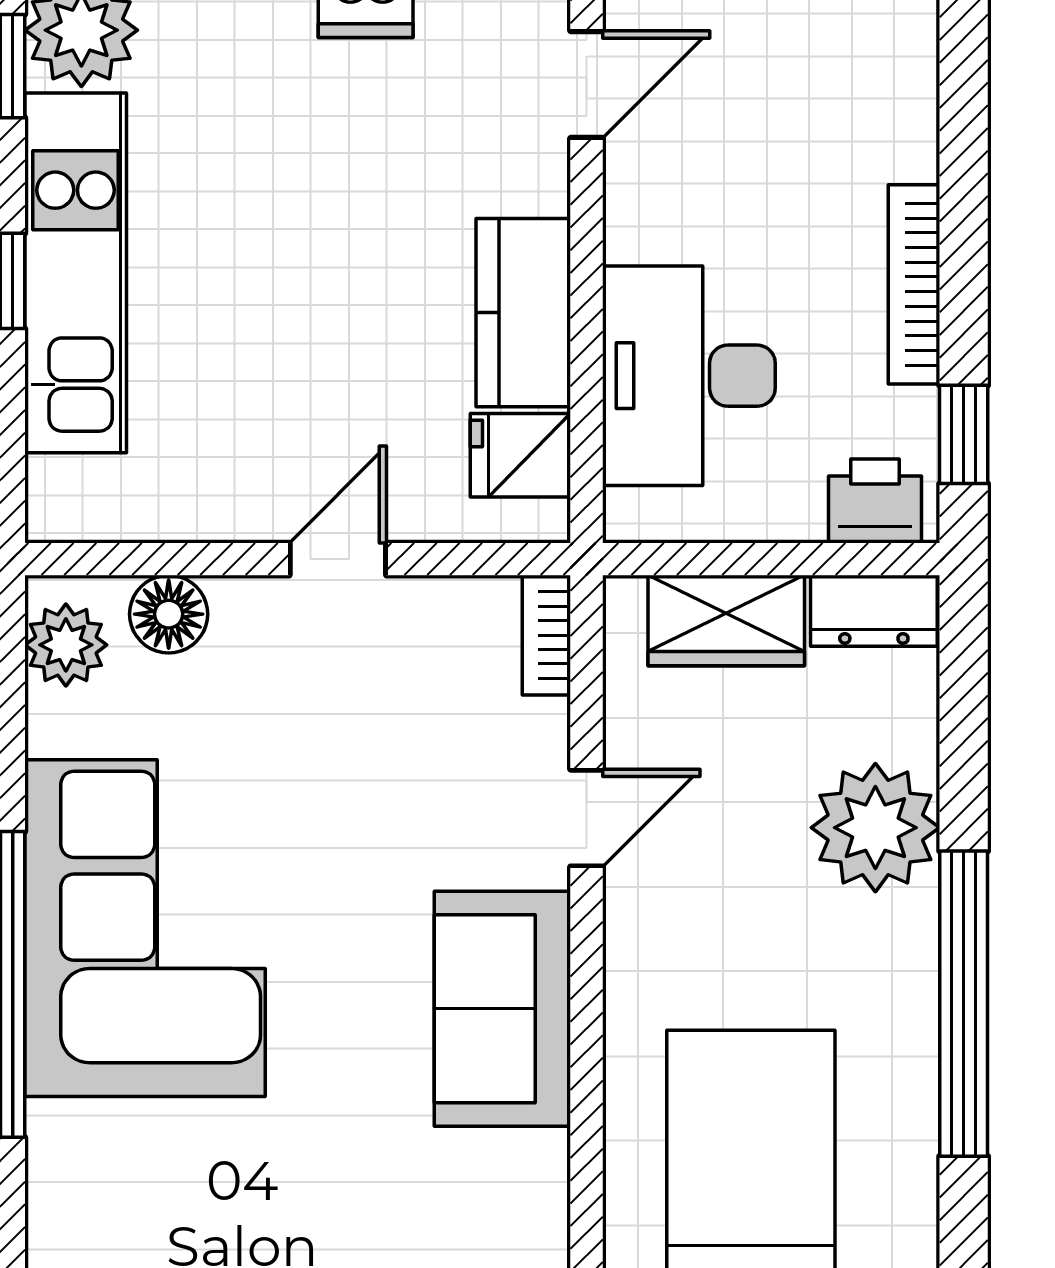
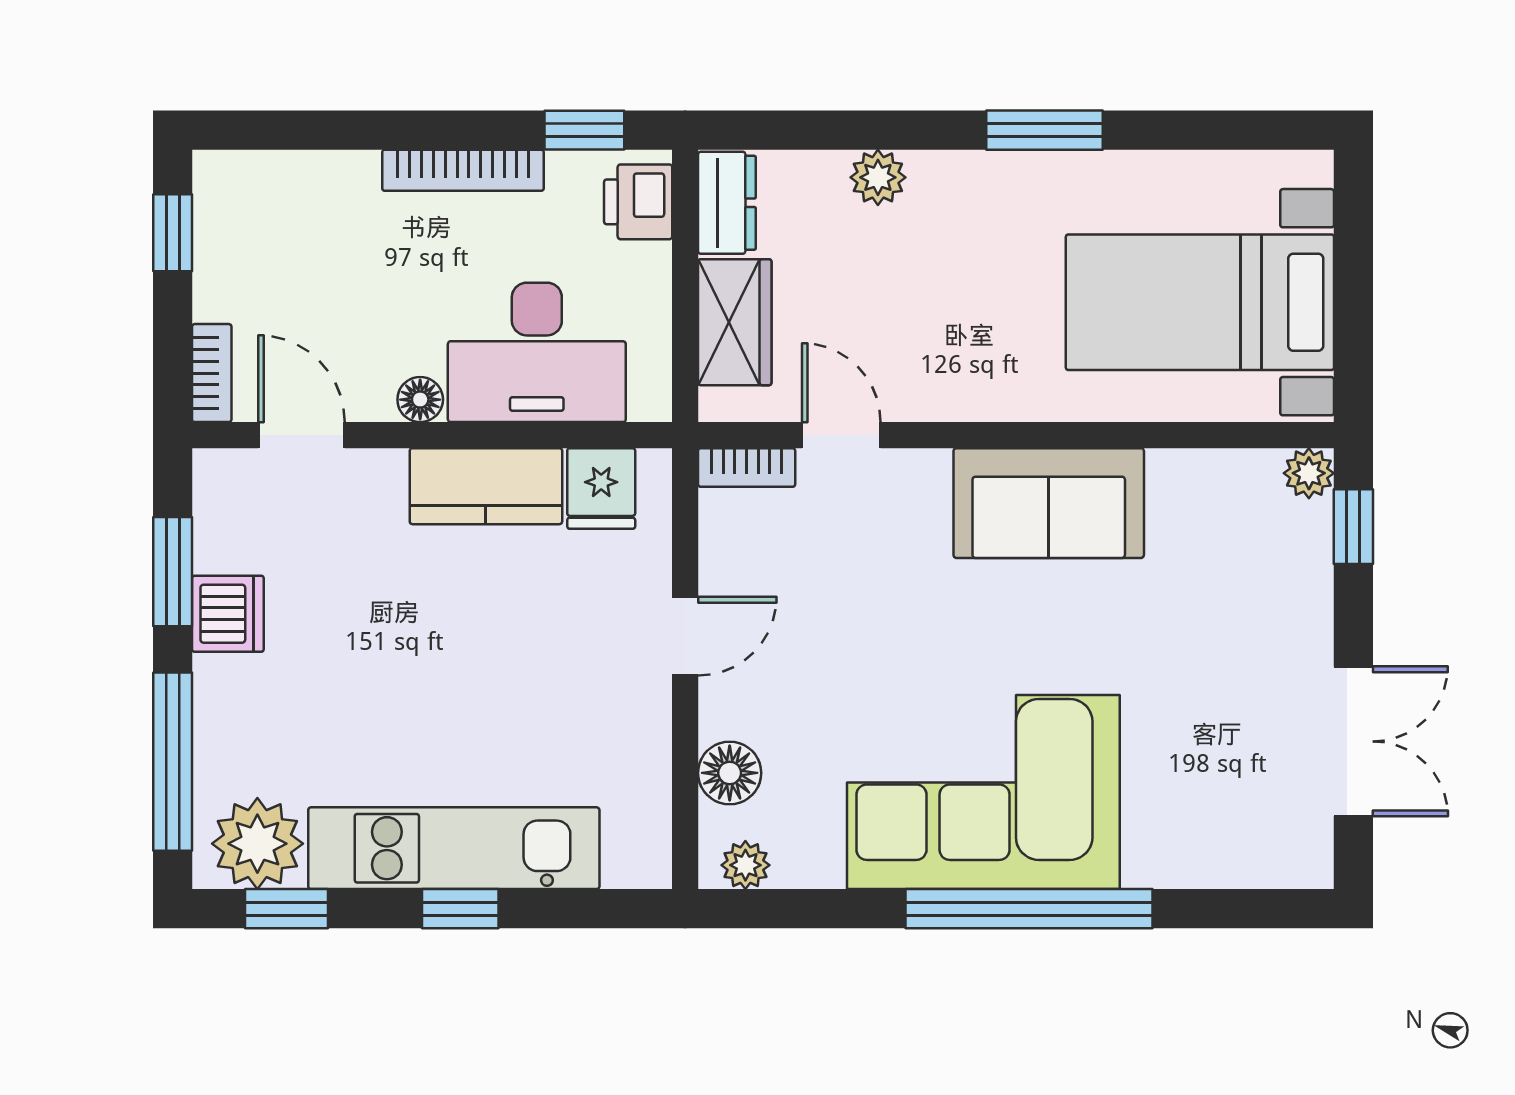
floor lamp: (631, 231) -> (420, 400), added
door: (338, 559) -> (685, 636), swing flipped
plant: (66, 645) -> (745, 865), width x0.73, depth x0.73
door: (587, 818) -> (841, 435), moved
plant: (875, 828) -> (878, 177), width x0.53, depth x0.53
window: (964, 1004) -> (1044, 130), width x0.47

